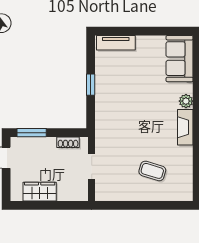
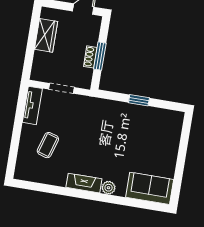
tv unit: (116, 43) -> (32, 105), moved, turned 180
window: (32, 133) -> (100, 56), moved
shoe rack: (68, 142) -> (90, 57), moved

